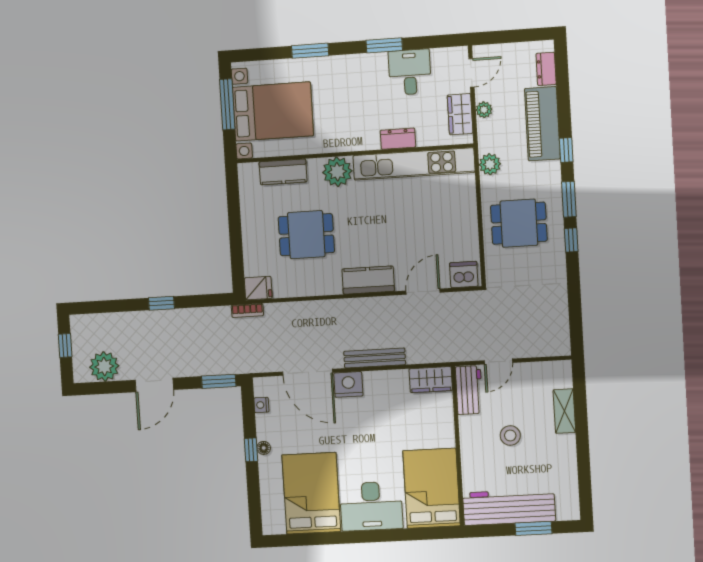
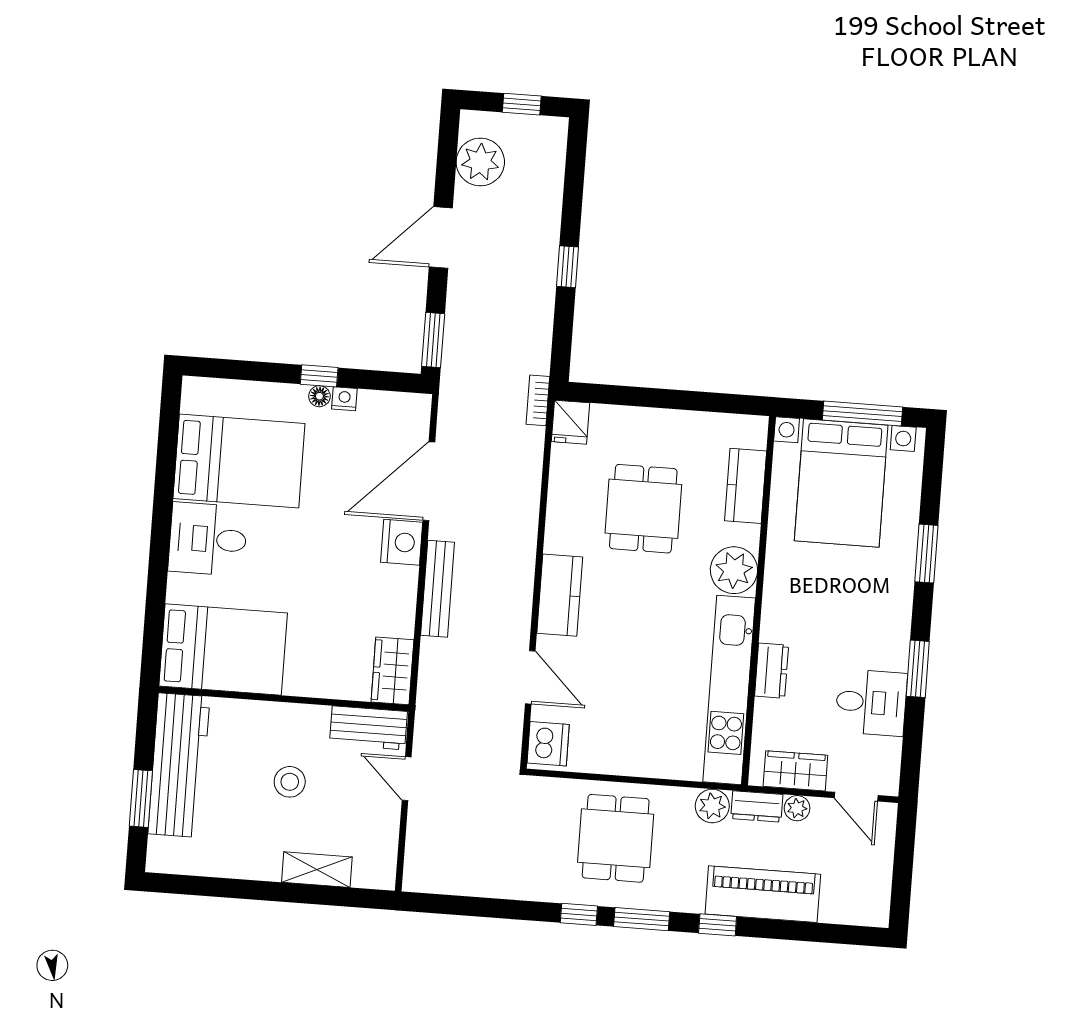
dresser: (546, 69) -> (757, 806), moved, turned 180
door: (154, 385) -> (441, 238), hinge flipped
nightstand: (261, 405) -> (344, 399), moved
desk: (371, 506) -> (208, 539), width x0.73

